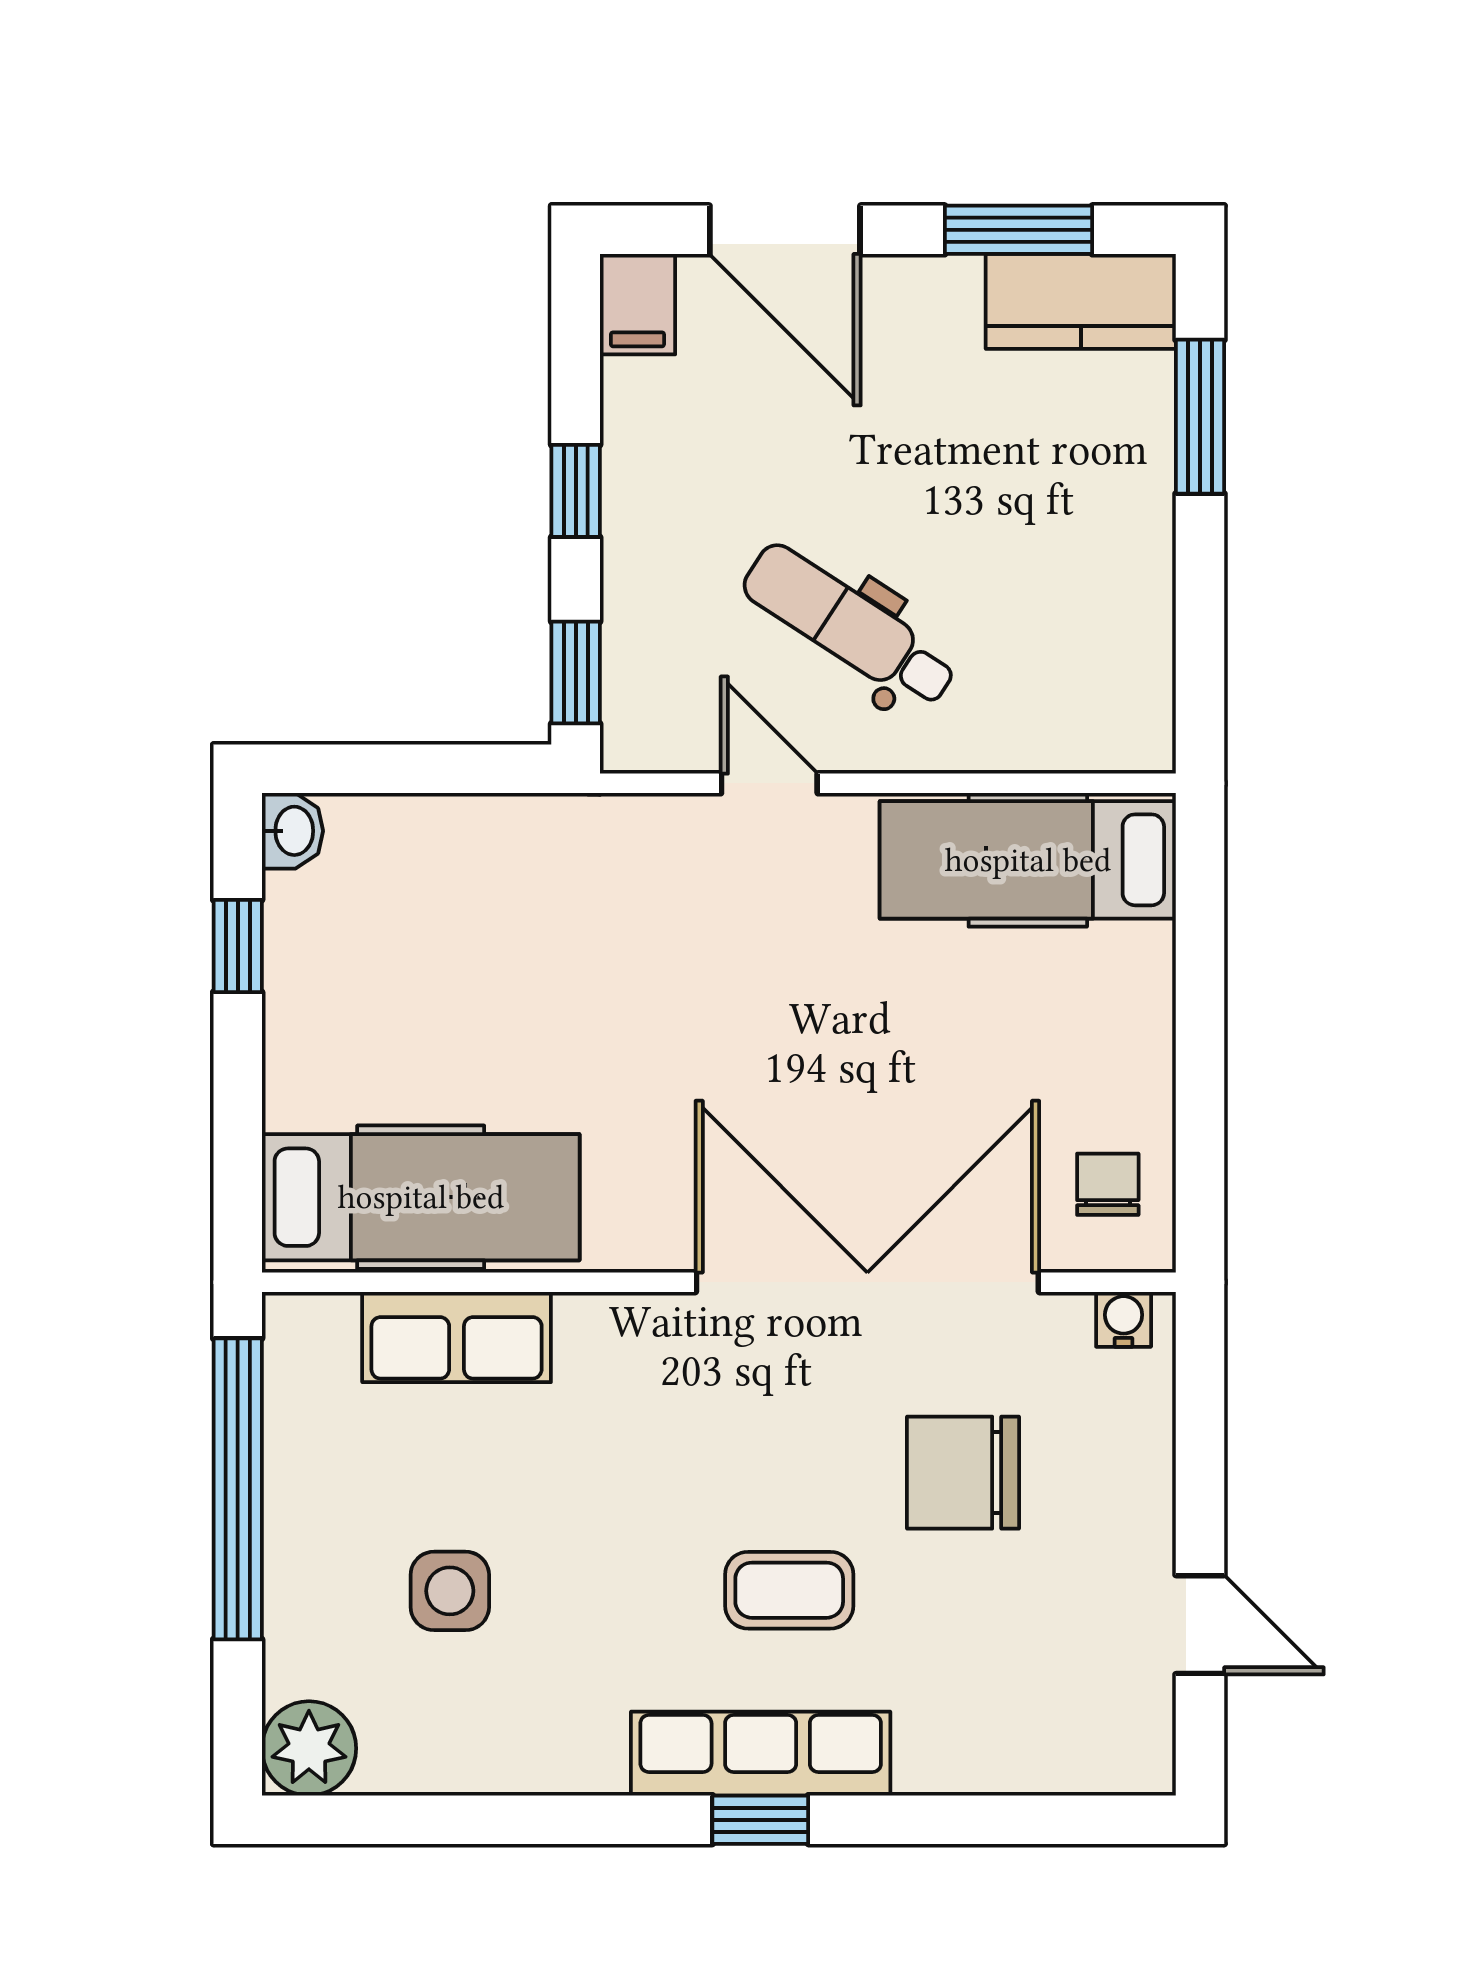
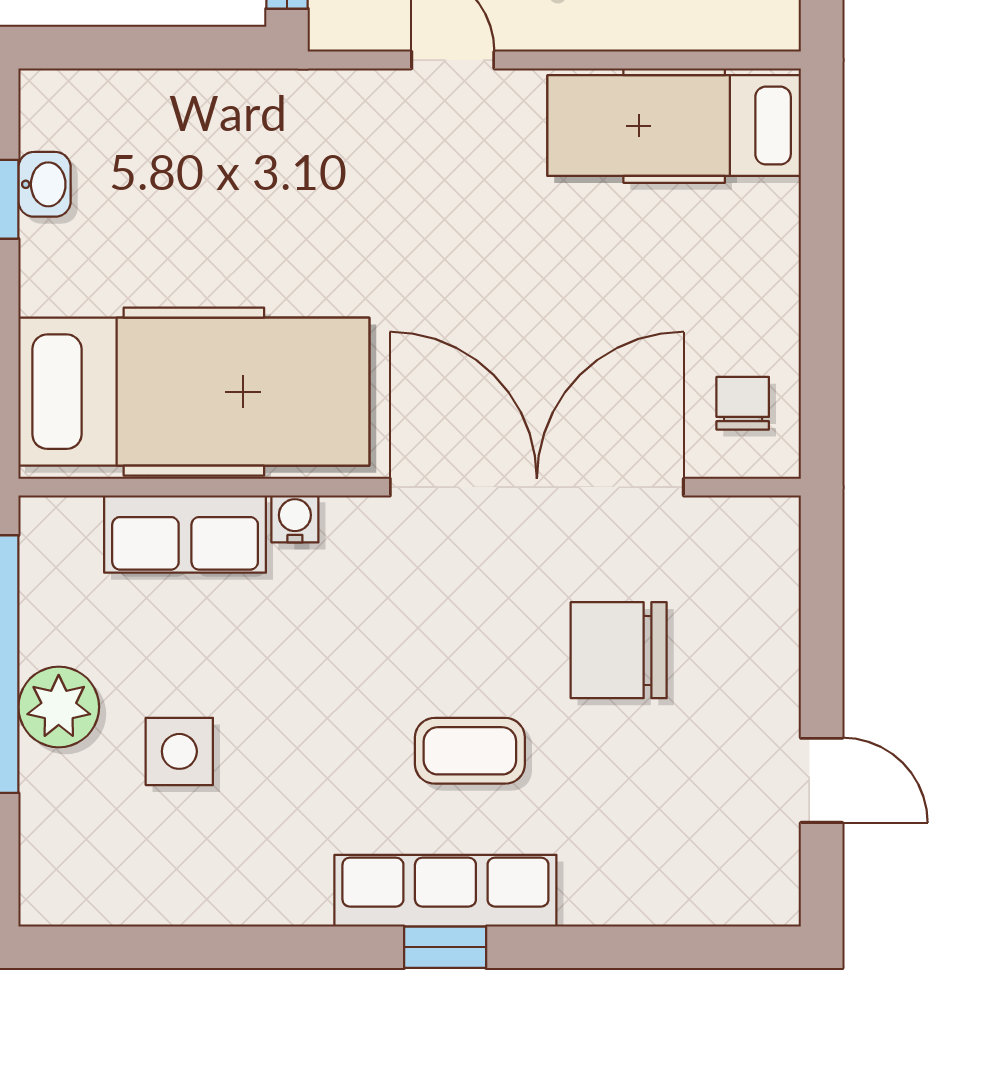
washbasin: (292, 831) -> (45, 184), moved
hospital bed: (421, 1197) -> (194, 392), width x1.37, depth x1.29
water cooler: (1124, 1319) -> (295, 519), moved
plant: (309, 1748) -> (59, 707), moved

